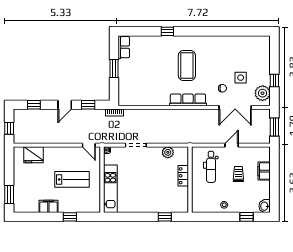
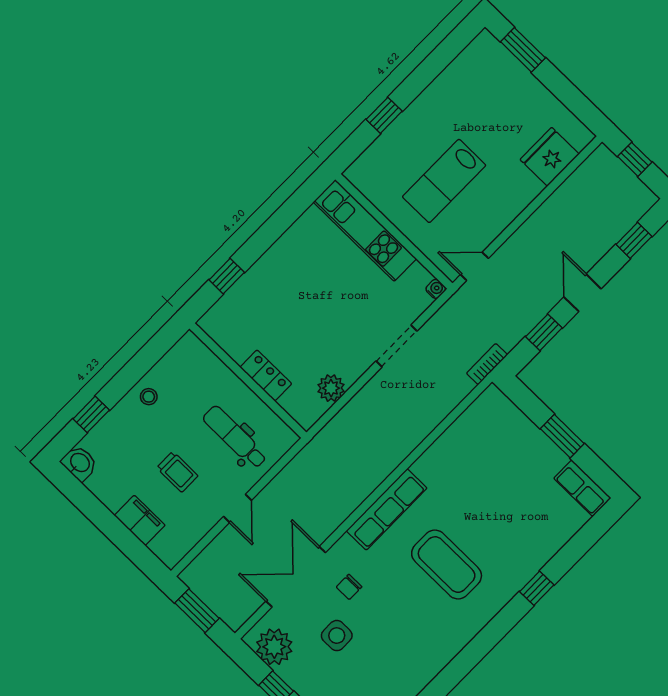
filing cabinet: (48, 206) -> (437, 96), removed

